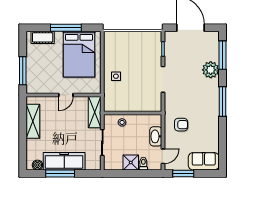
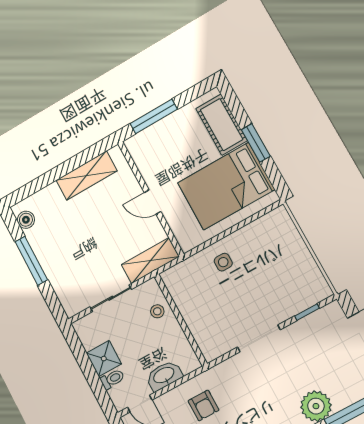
window: (66, 28) -> (256, 143), width x0.69
cot: (43, 37) -> (222, 125), width x1.37, depth x1.34
freezer: (64, 161) -> (52, 256), removed

